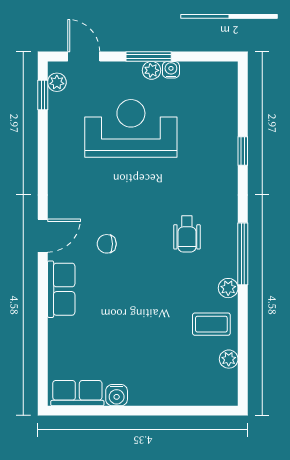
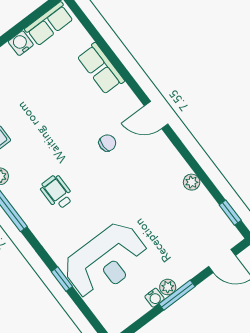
plant: (57, 82) -> (192, 182), moved
reception desk: (131, 128) -> (106, 261), moved
door: (43, 236) -> (156, 115), hinge flipped
row of seats: (61, 289) -> (101, 69), moved

